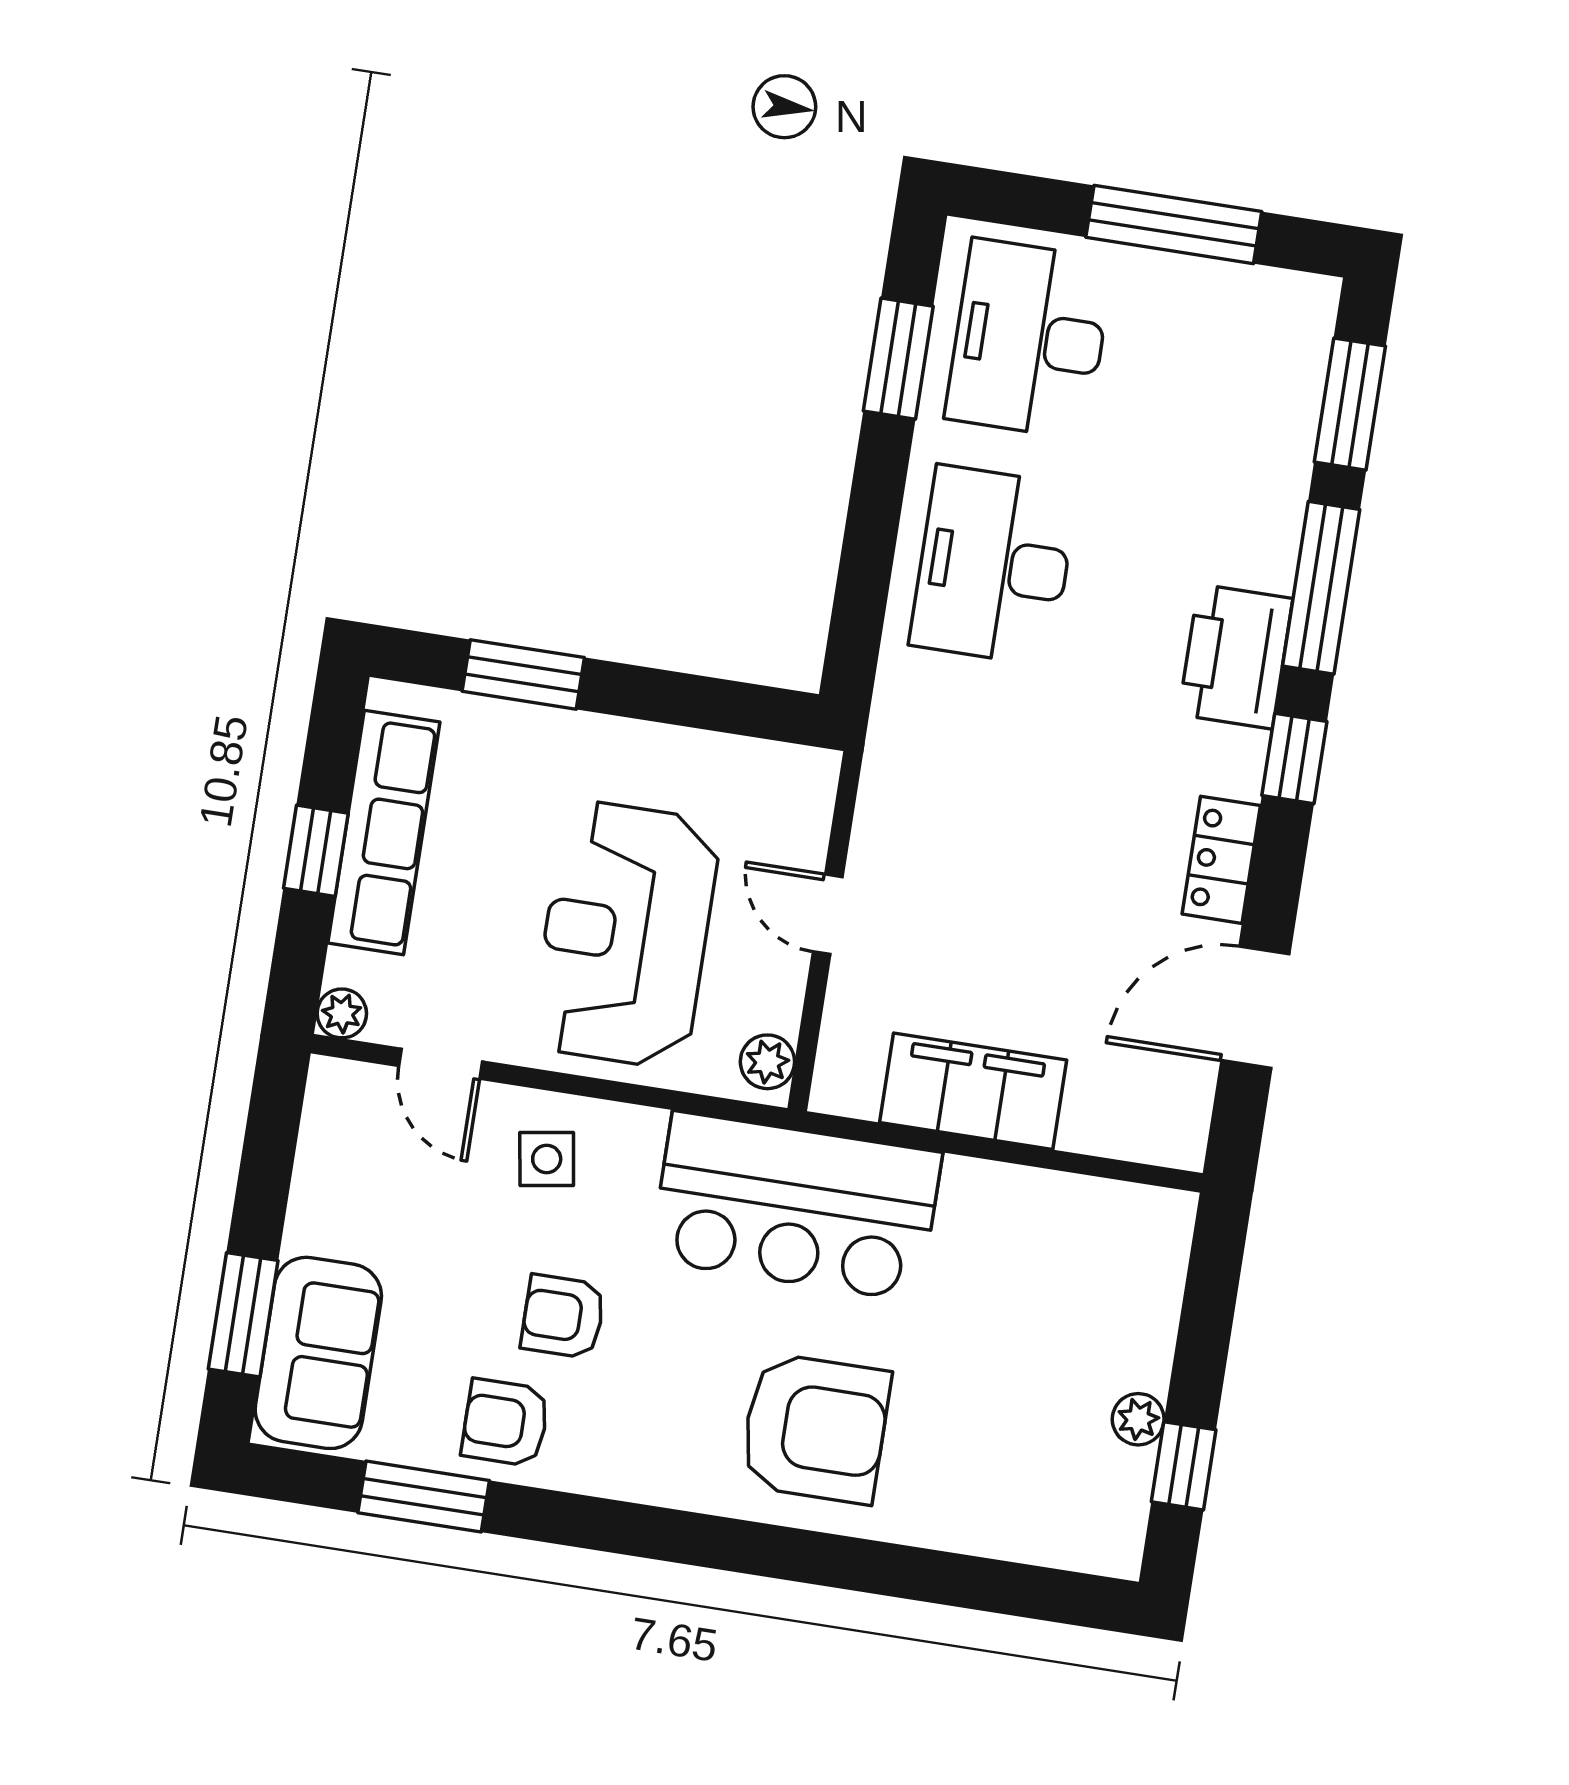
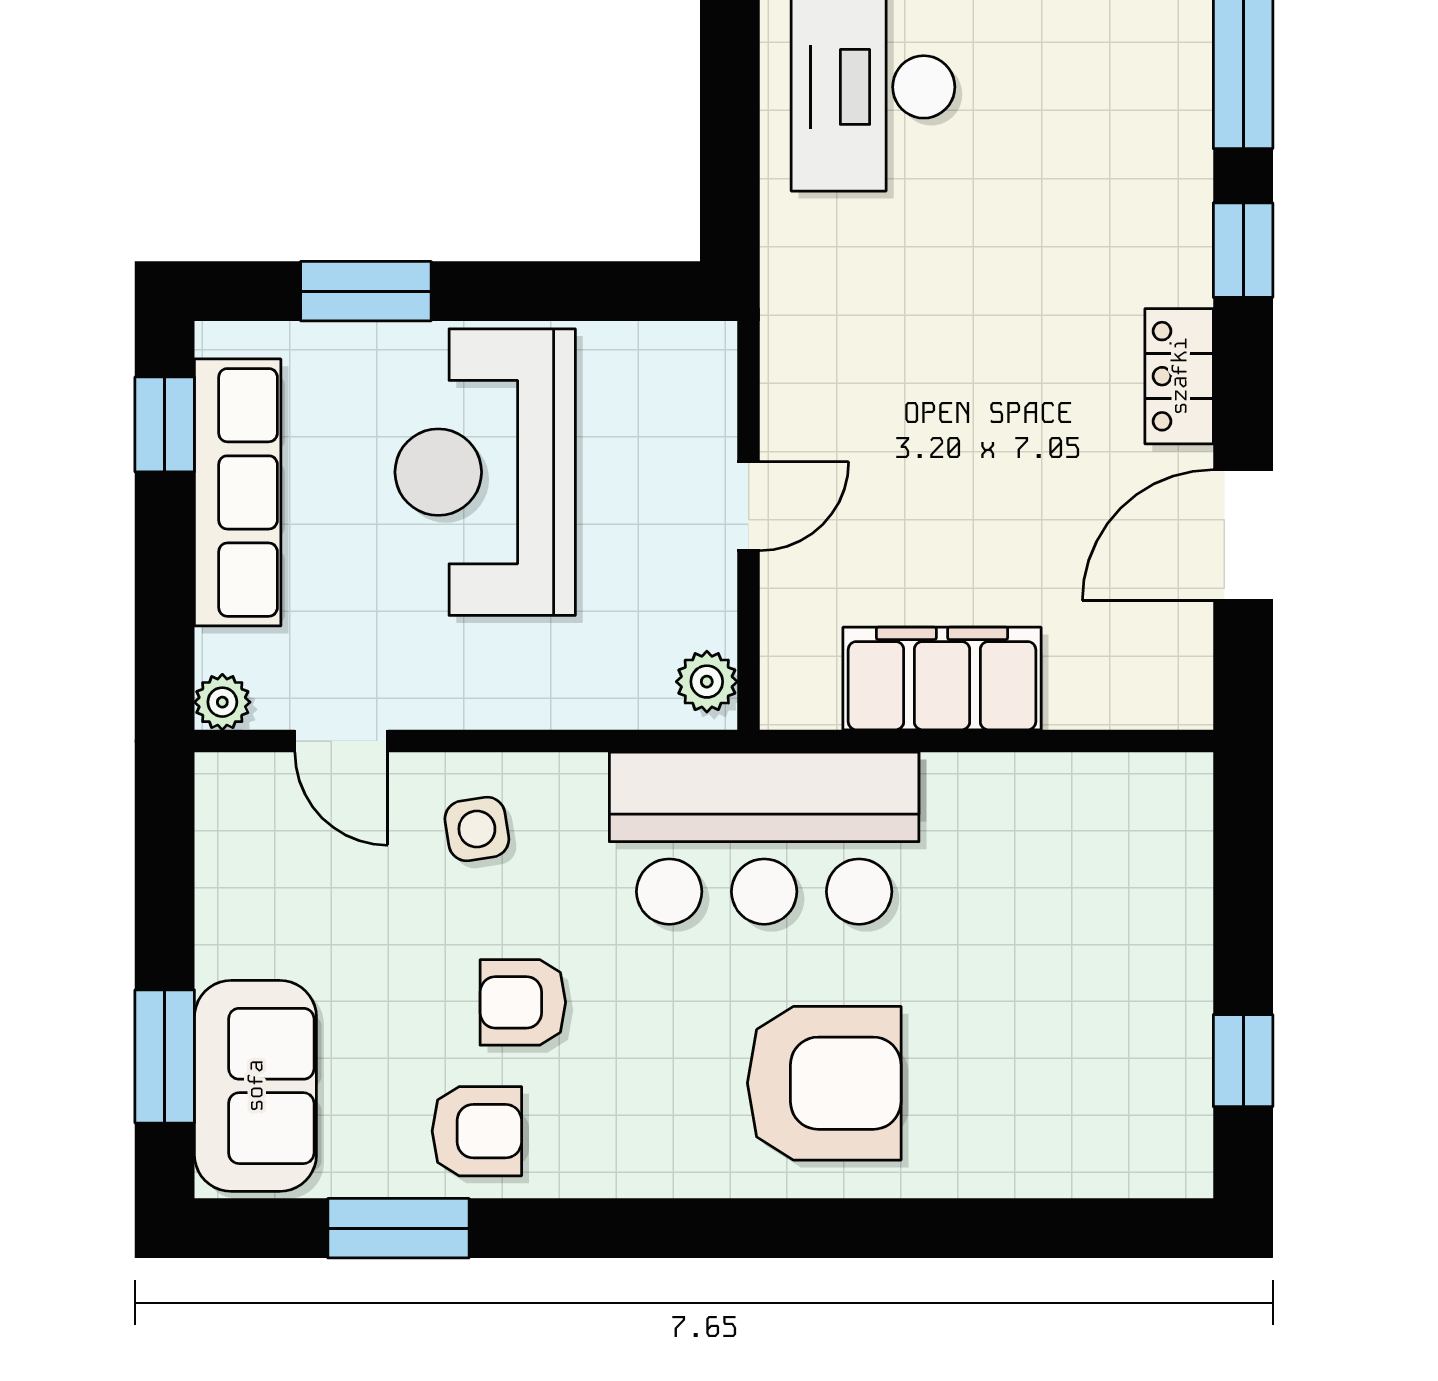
printer: (1236, 657) -> (1159, 146), removed
window: (316, 851) -> (165, 424), moved
door: (828, 914) -> (749, 506), swing flipped
reception desk: (626, 934) -> (485, 472), moved
plant: (1138, 1419) -> (1184, 1017), removed
armchair: (505, 1423) -> (477, 1131), turned 180

